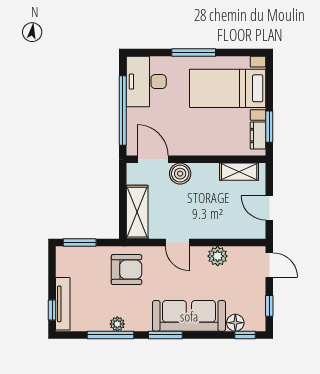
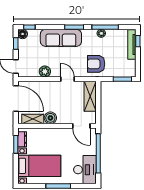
boiler: (180, 174) -> (50, 118), moved
door: (269, 208) -> (16, 99), width x1.88
floor lamp: (235, 323) -> (23, 34), moved

